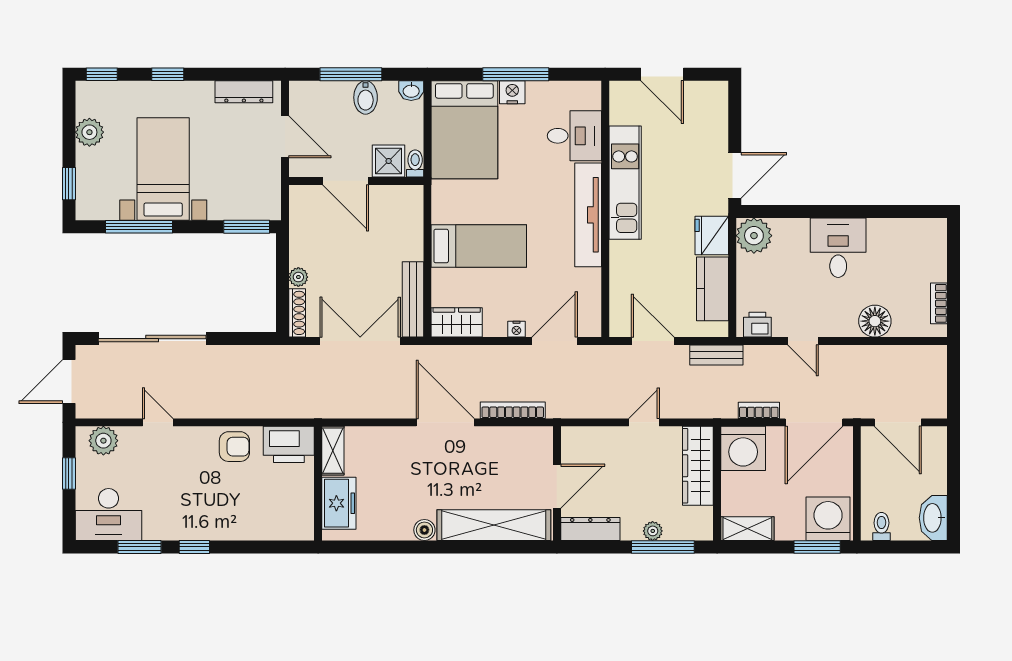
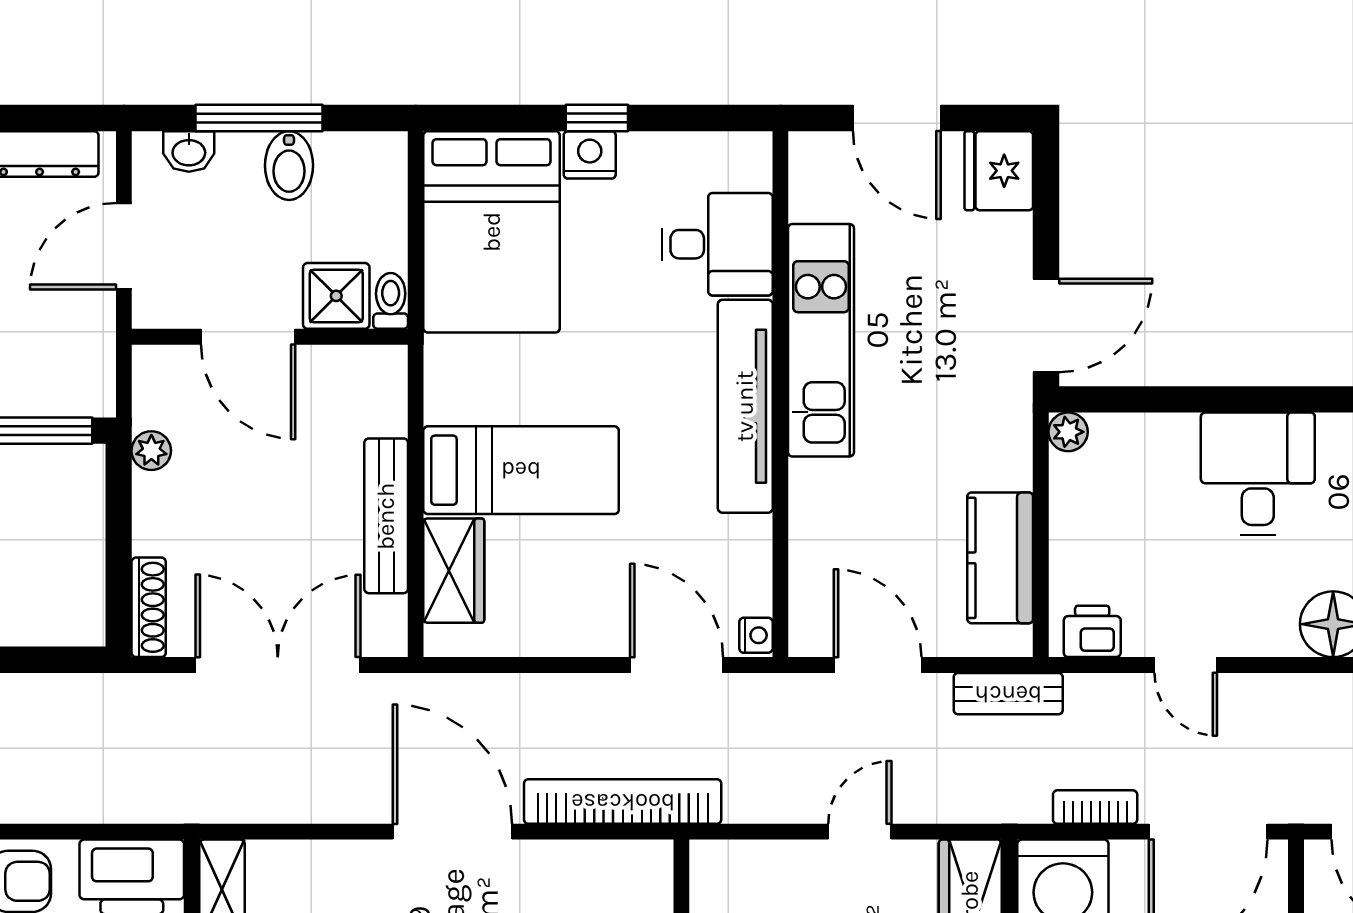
window: (516, 74) -> (597, 118), width x0.46
washbasin: (411, 91) -> (189, 151), moved
door: (285, 137) -> (124, 246), swing flipped
fridge: (712, 235) -> (999, 171), moved
plant: (754, 236) -> (1068, 432), width x0.53, depth x0.53
plant: (298, 277) -> (151, 451), moved
bench: (413, 299) -> (386, 516), moved
wardrobe: (457, 322) -> (454, 571), moved, turned 90
nightstand: (516, 329) -> (756, 635), moved, turned -90
door: (555, 341) -> (677, 665), hinge flipped
bookcase: (513, 410) -> (623, 802), width x1.48, depth x1.31

